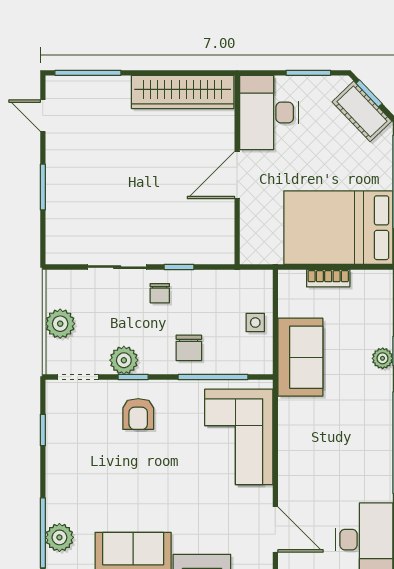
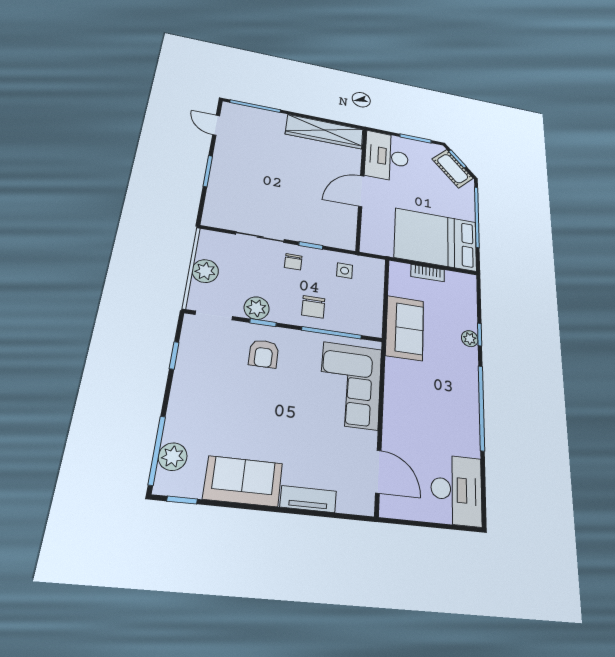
side table: (255, 323) -> (345, 271), moved

